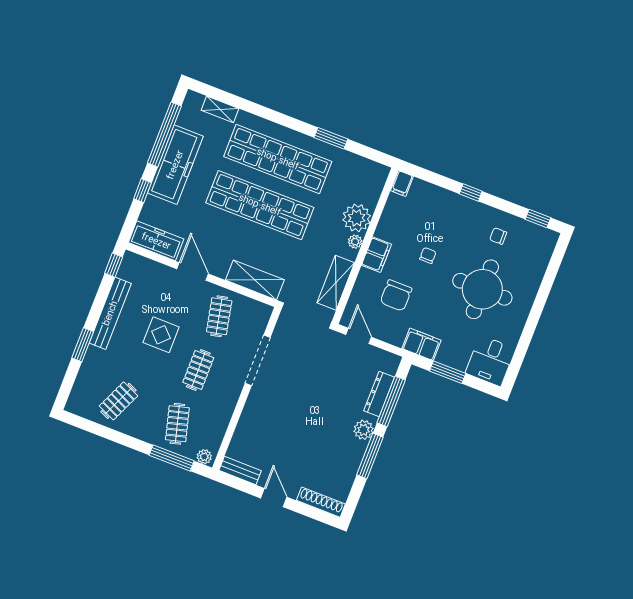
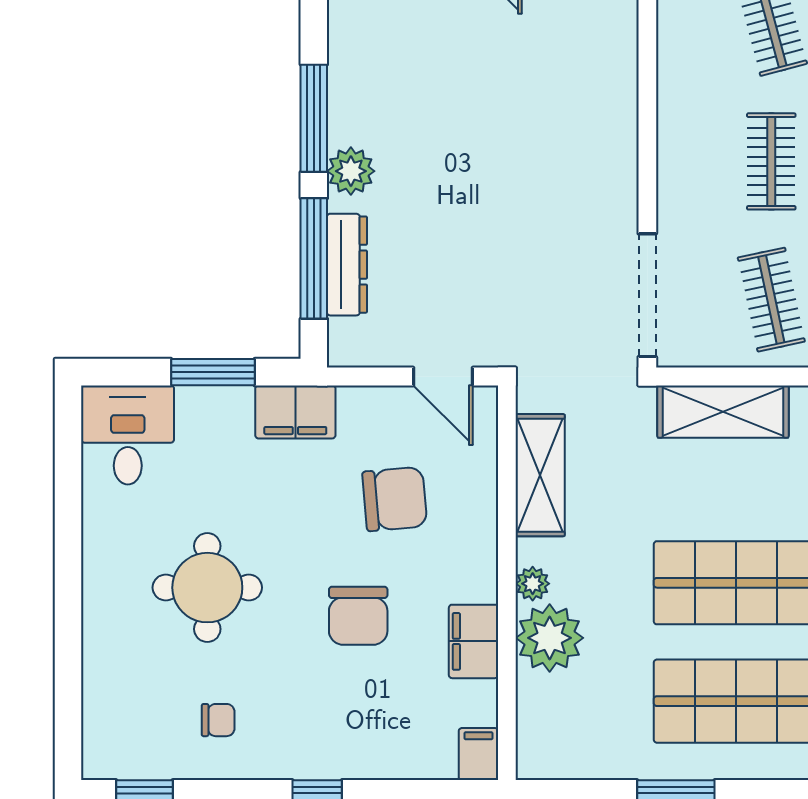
filing cabinet: (376, 255) -> (474, 641), moved
chair: (428, 255) -> (358, 616), width x1.87, depth x1.87
round table: (482, 289) -> (207, 588), width x0.73, depth x0.73
chair: (396, 295) -> (395, 499), turned 85
doorway: (258, 360) -> (647, 295), moved

